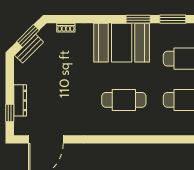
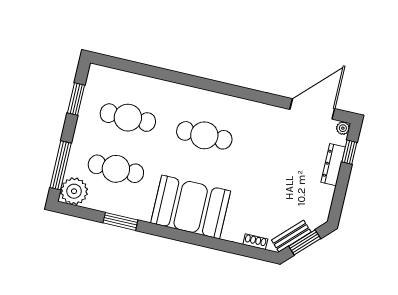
window: (138, 19) -> (163, 231), removed
bench: (29, 49) -> (291, 236), moved
plant: (19, 130) -> (343, 128), added

